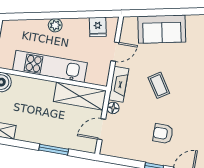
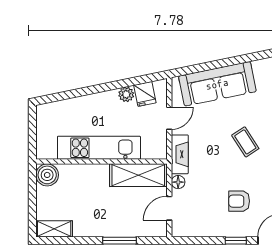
plant: (55, 25) -> (126, 94), moved
sofa: (162, 29) -> (217, 84), width x1.36
coffee table: (159, 85) -> (245, 142), moved

